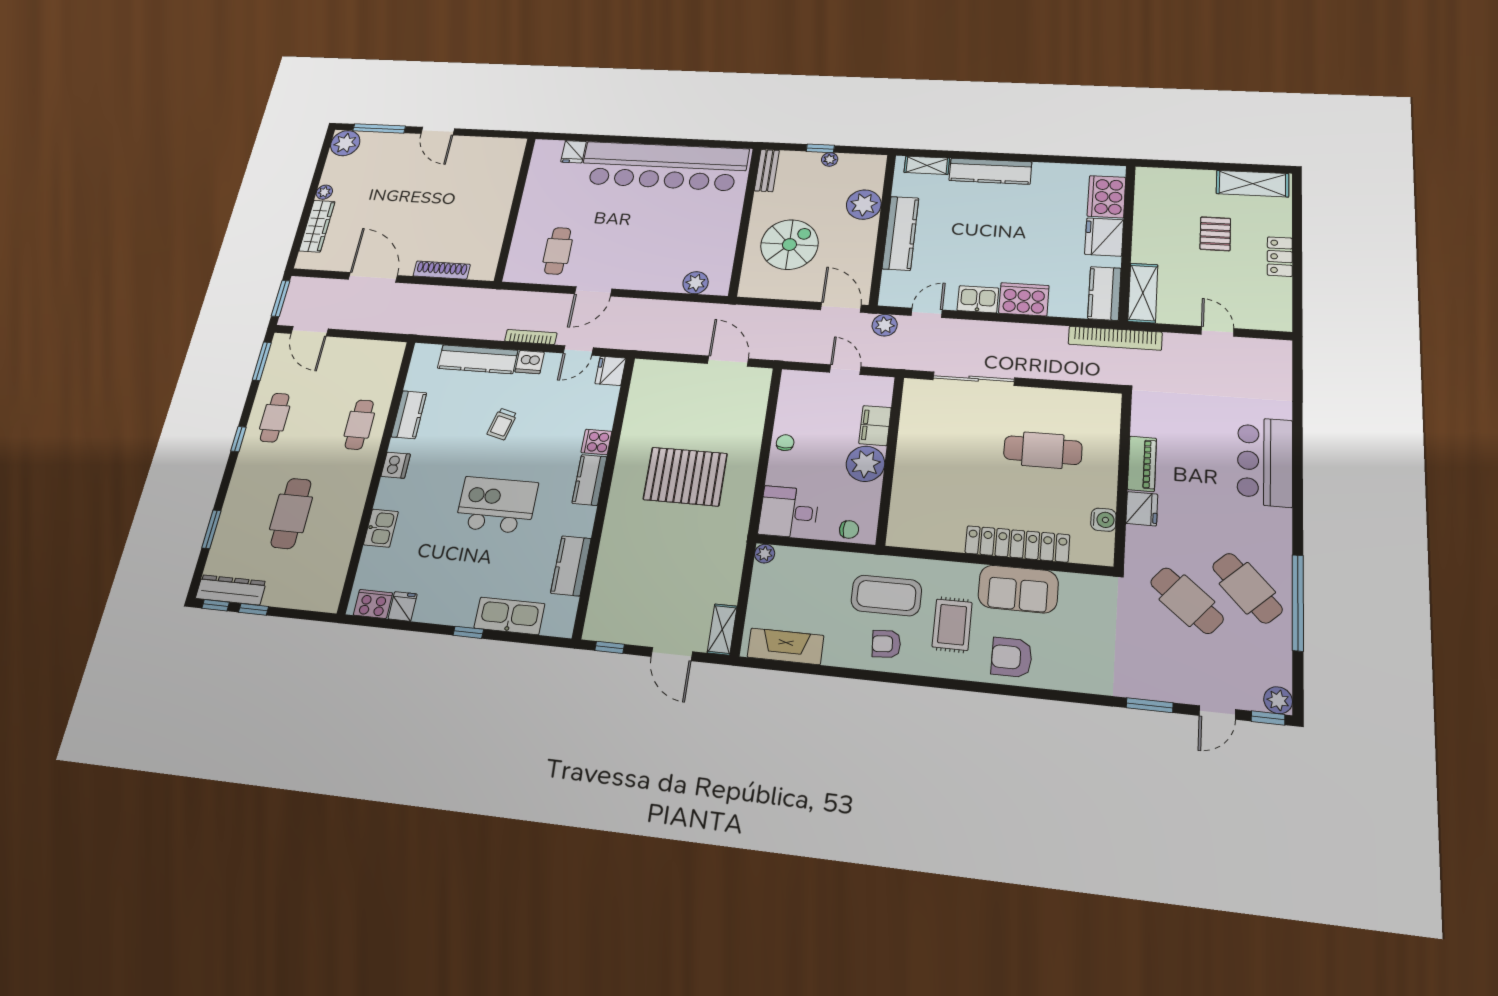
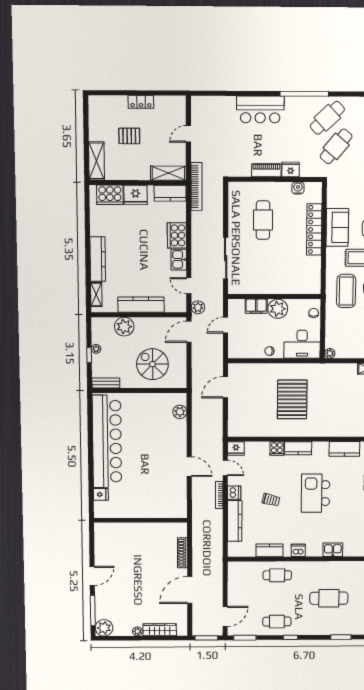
shelving: (1252, 184) -> (97, 161), moved
cafe table: (558, 251) -> (166, 491), removed
desk: (789, 512) -> (302, 344), width x1.37
window: (1298, 603) -> (304, 94), moved

